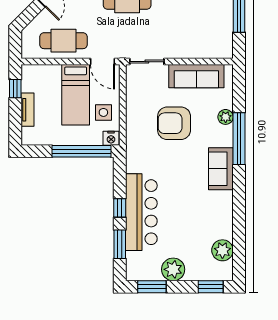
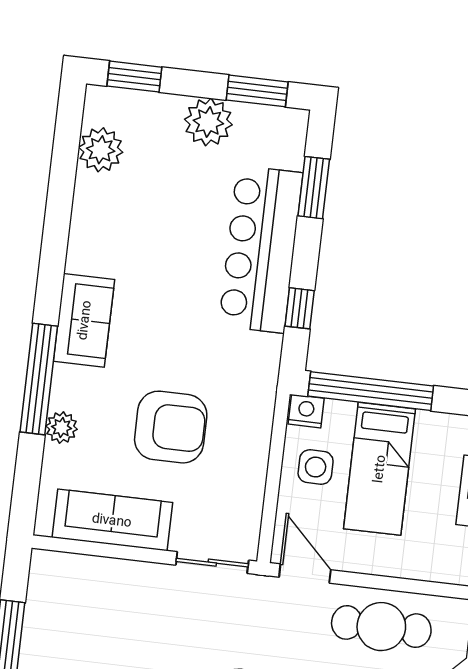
bed: (76, 95) -> (379, 469), moved, turned 180
window: (120, 208) -> (300, 308), moved

